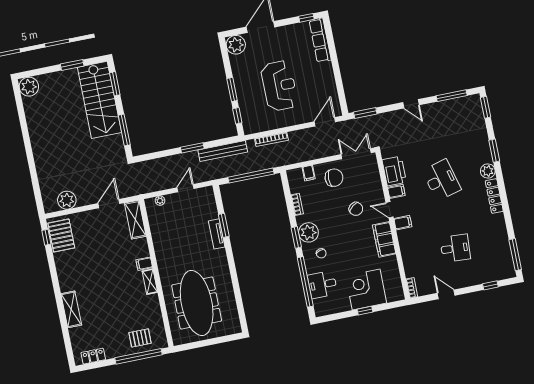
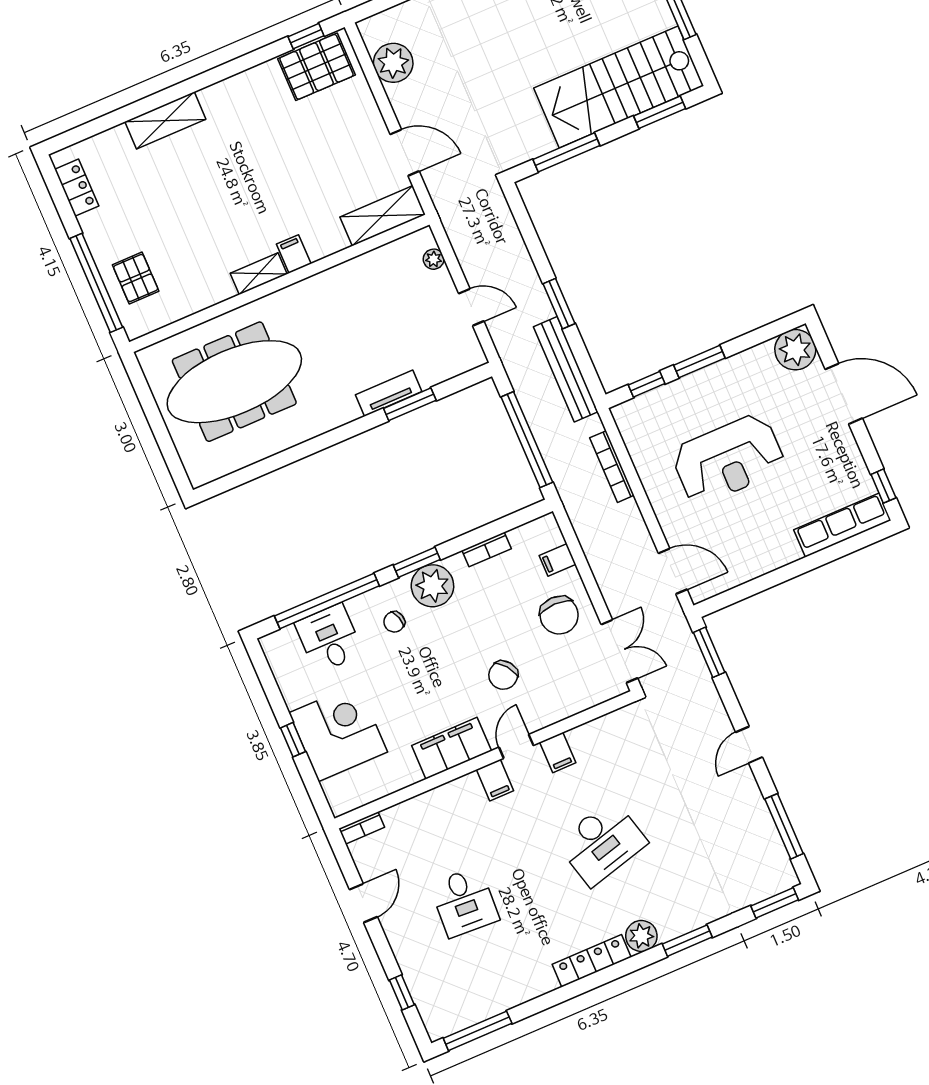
printer: (394, 171) -> (600, 739), removed

